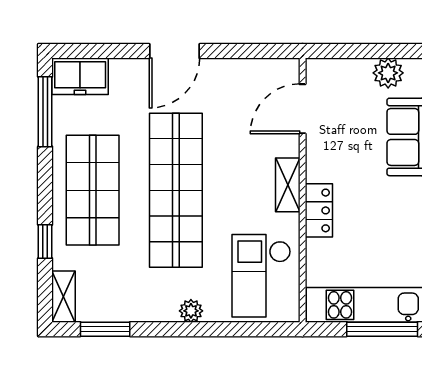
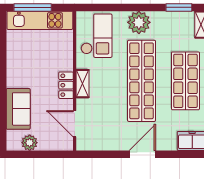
door: (303, 109) -> (75, 124), swing flipped
locker: (319, 210) -> (66, 85), moved
plant: (191, 311) -> (139, 22), width x1.88, depth x1.88

